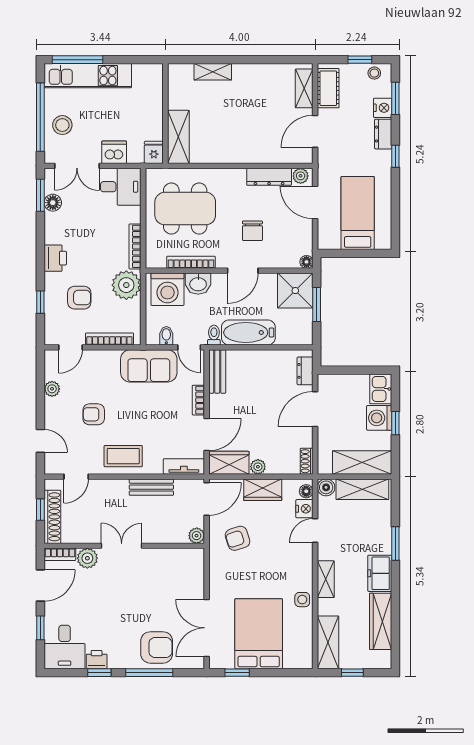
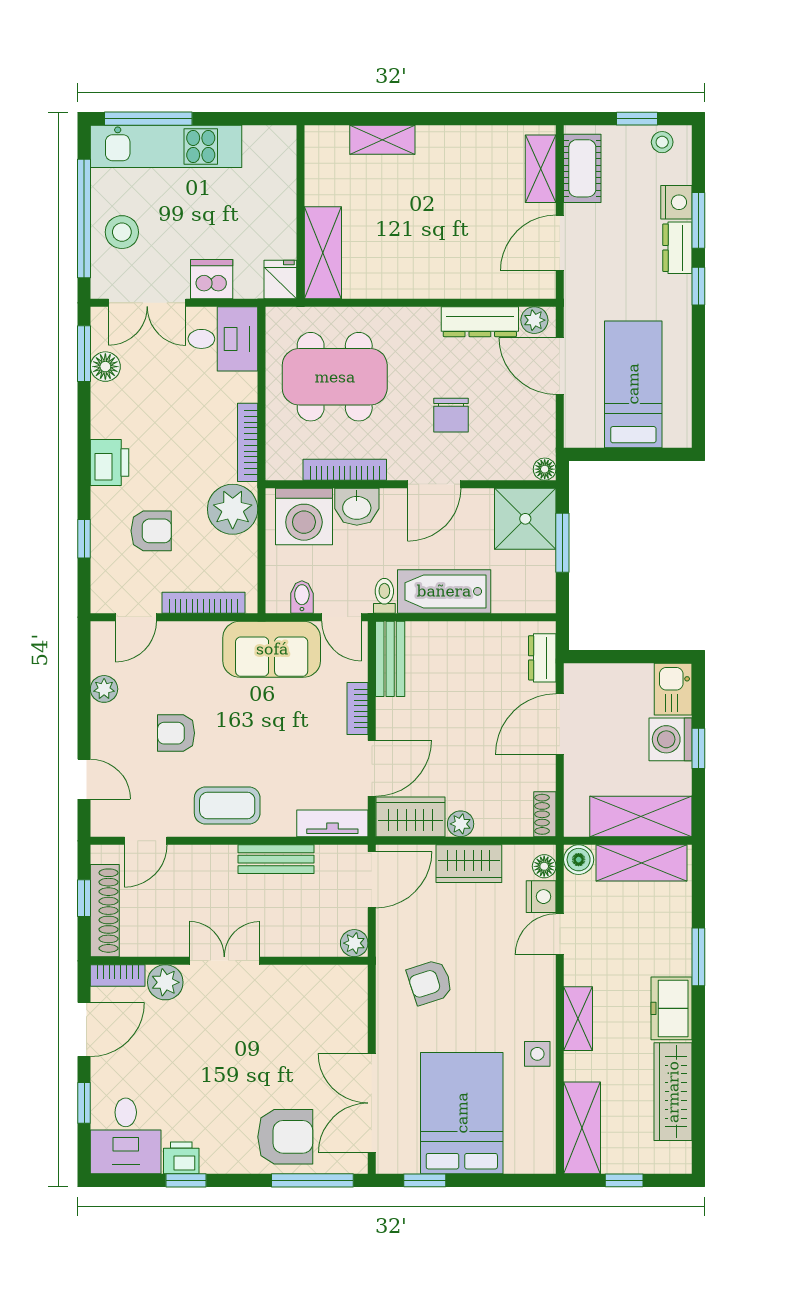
window: (395, 98) -> (698, 220), moved
armchair: (238, 538) -> (430, 982), moved
window: (149, 673) -> (312, 1180), moved

